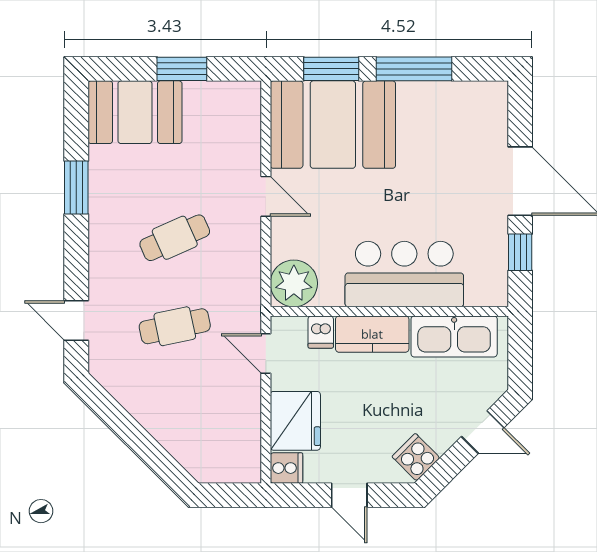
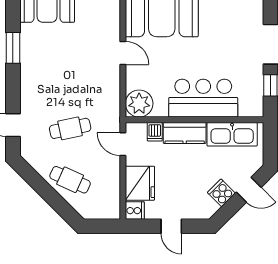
cafe table: (175, 238) -> (70, 180), moved, turned 48
cooker: (416, 457) -> (221, 193), moved

